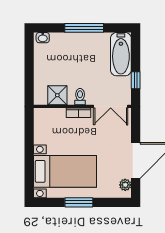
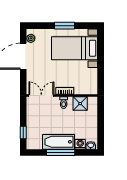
washing machine: (57, 39) -> (80, 144), added
bathtub: (121, 54) -> (59, 142), moved, turned -90
window: (136, 80) -> (23, 133), moved

